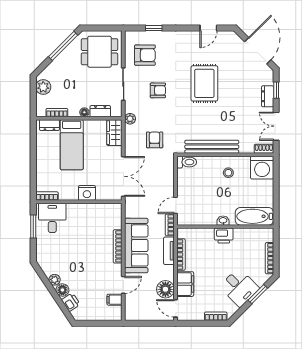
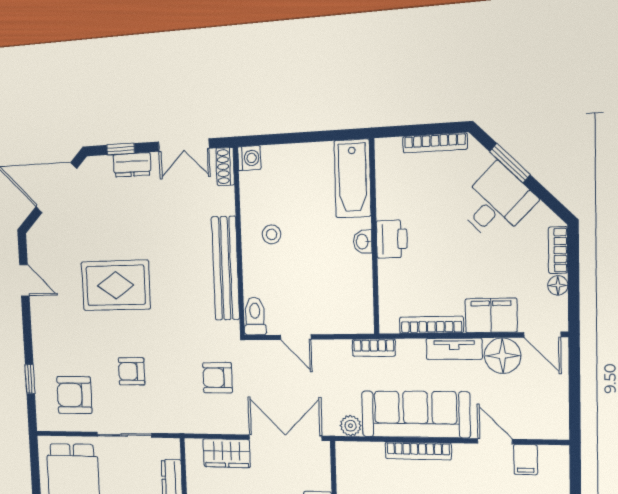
armchair: (145, 55) -> (74, 395), turned -90
armchair: (158, 90) -> (132, 371), turned -90
plant: (130, 119) -> (350, 426), moved
wardrobe: (114, 133) -> (227, 453), moved
washing machine: (262, 168) -> (249, 158), width x0.53, depth x0.53
door: (176, 205) -> (296, 337), moved
tv unit: (169, 251) -> (454, 349), moved
door: (176, 308) -> (542, 335), hinge flipped
floor lamp: (199, 316) -> (558, 285), added

